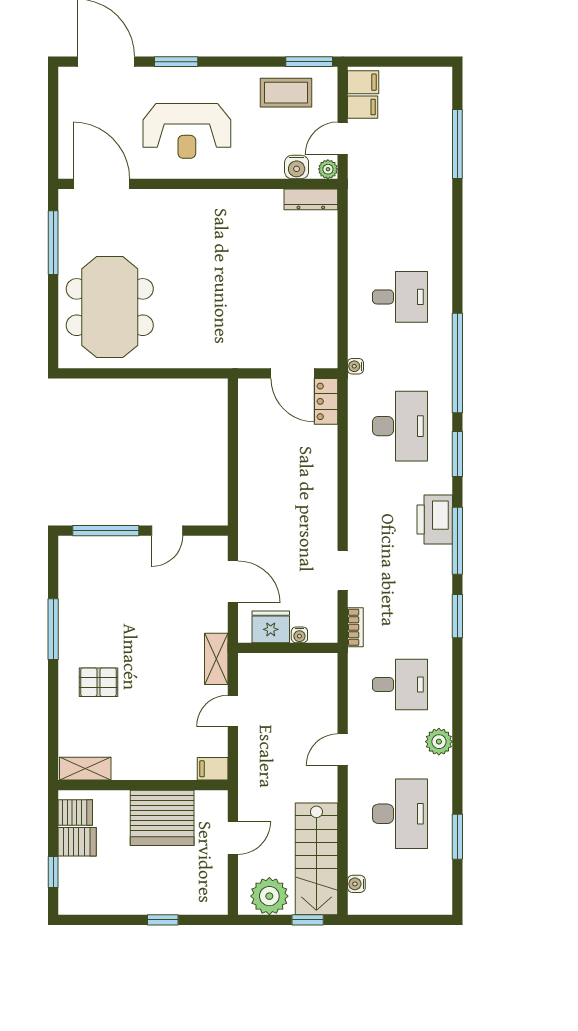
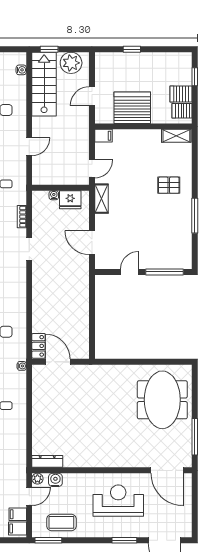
fridge: (271, 627) -> (70, 200), moved
water cooler: (299, 635) -> (54, 195), moved
wall: (288, 648) -> (61, 188), moved

